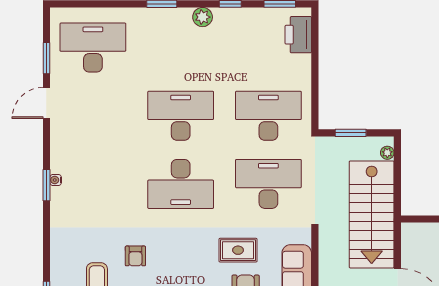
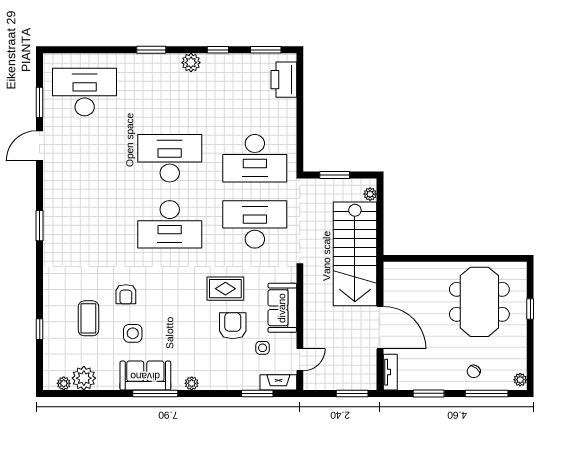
desk: (268, 116) -> (255, 158), turned 180
water cooler: (56, 180) -> (48, 221), removed

